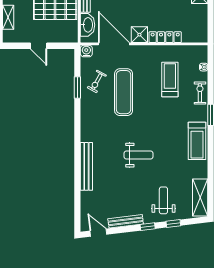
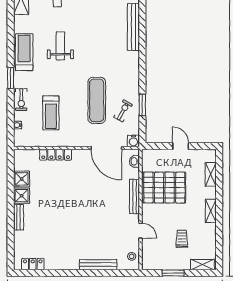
washbasin: (88, 25) -> (134, 161), width x0.52, depth x0.69
shower: (139, 35) -> (22, 179), moved
weight bench: (138, 155) -> (60, 46), moved, turned 90

